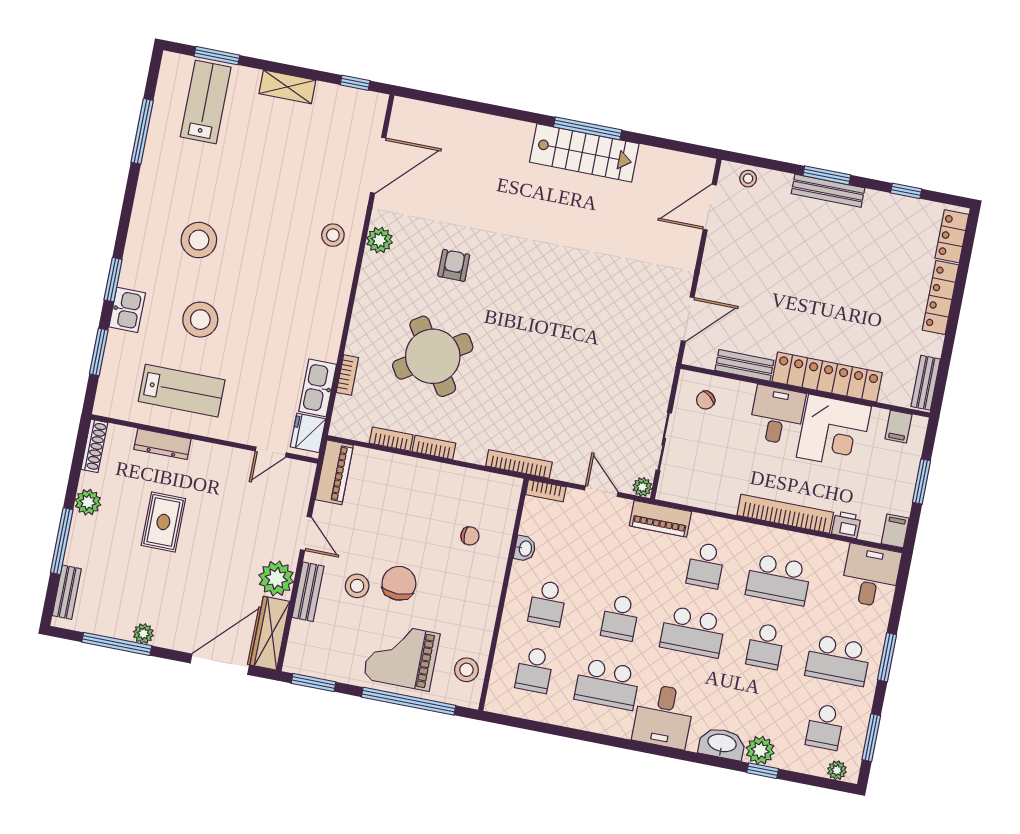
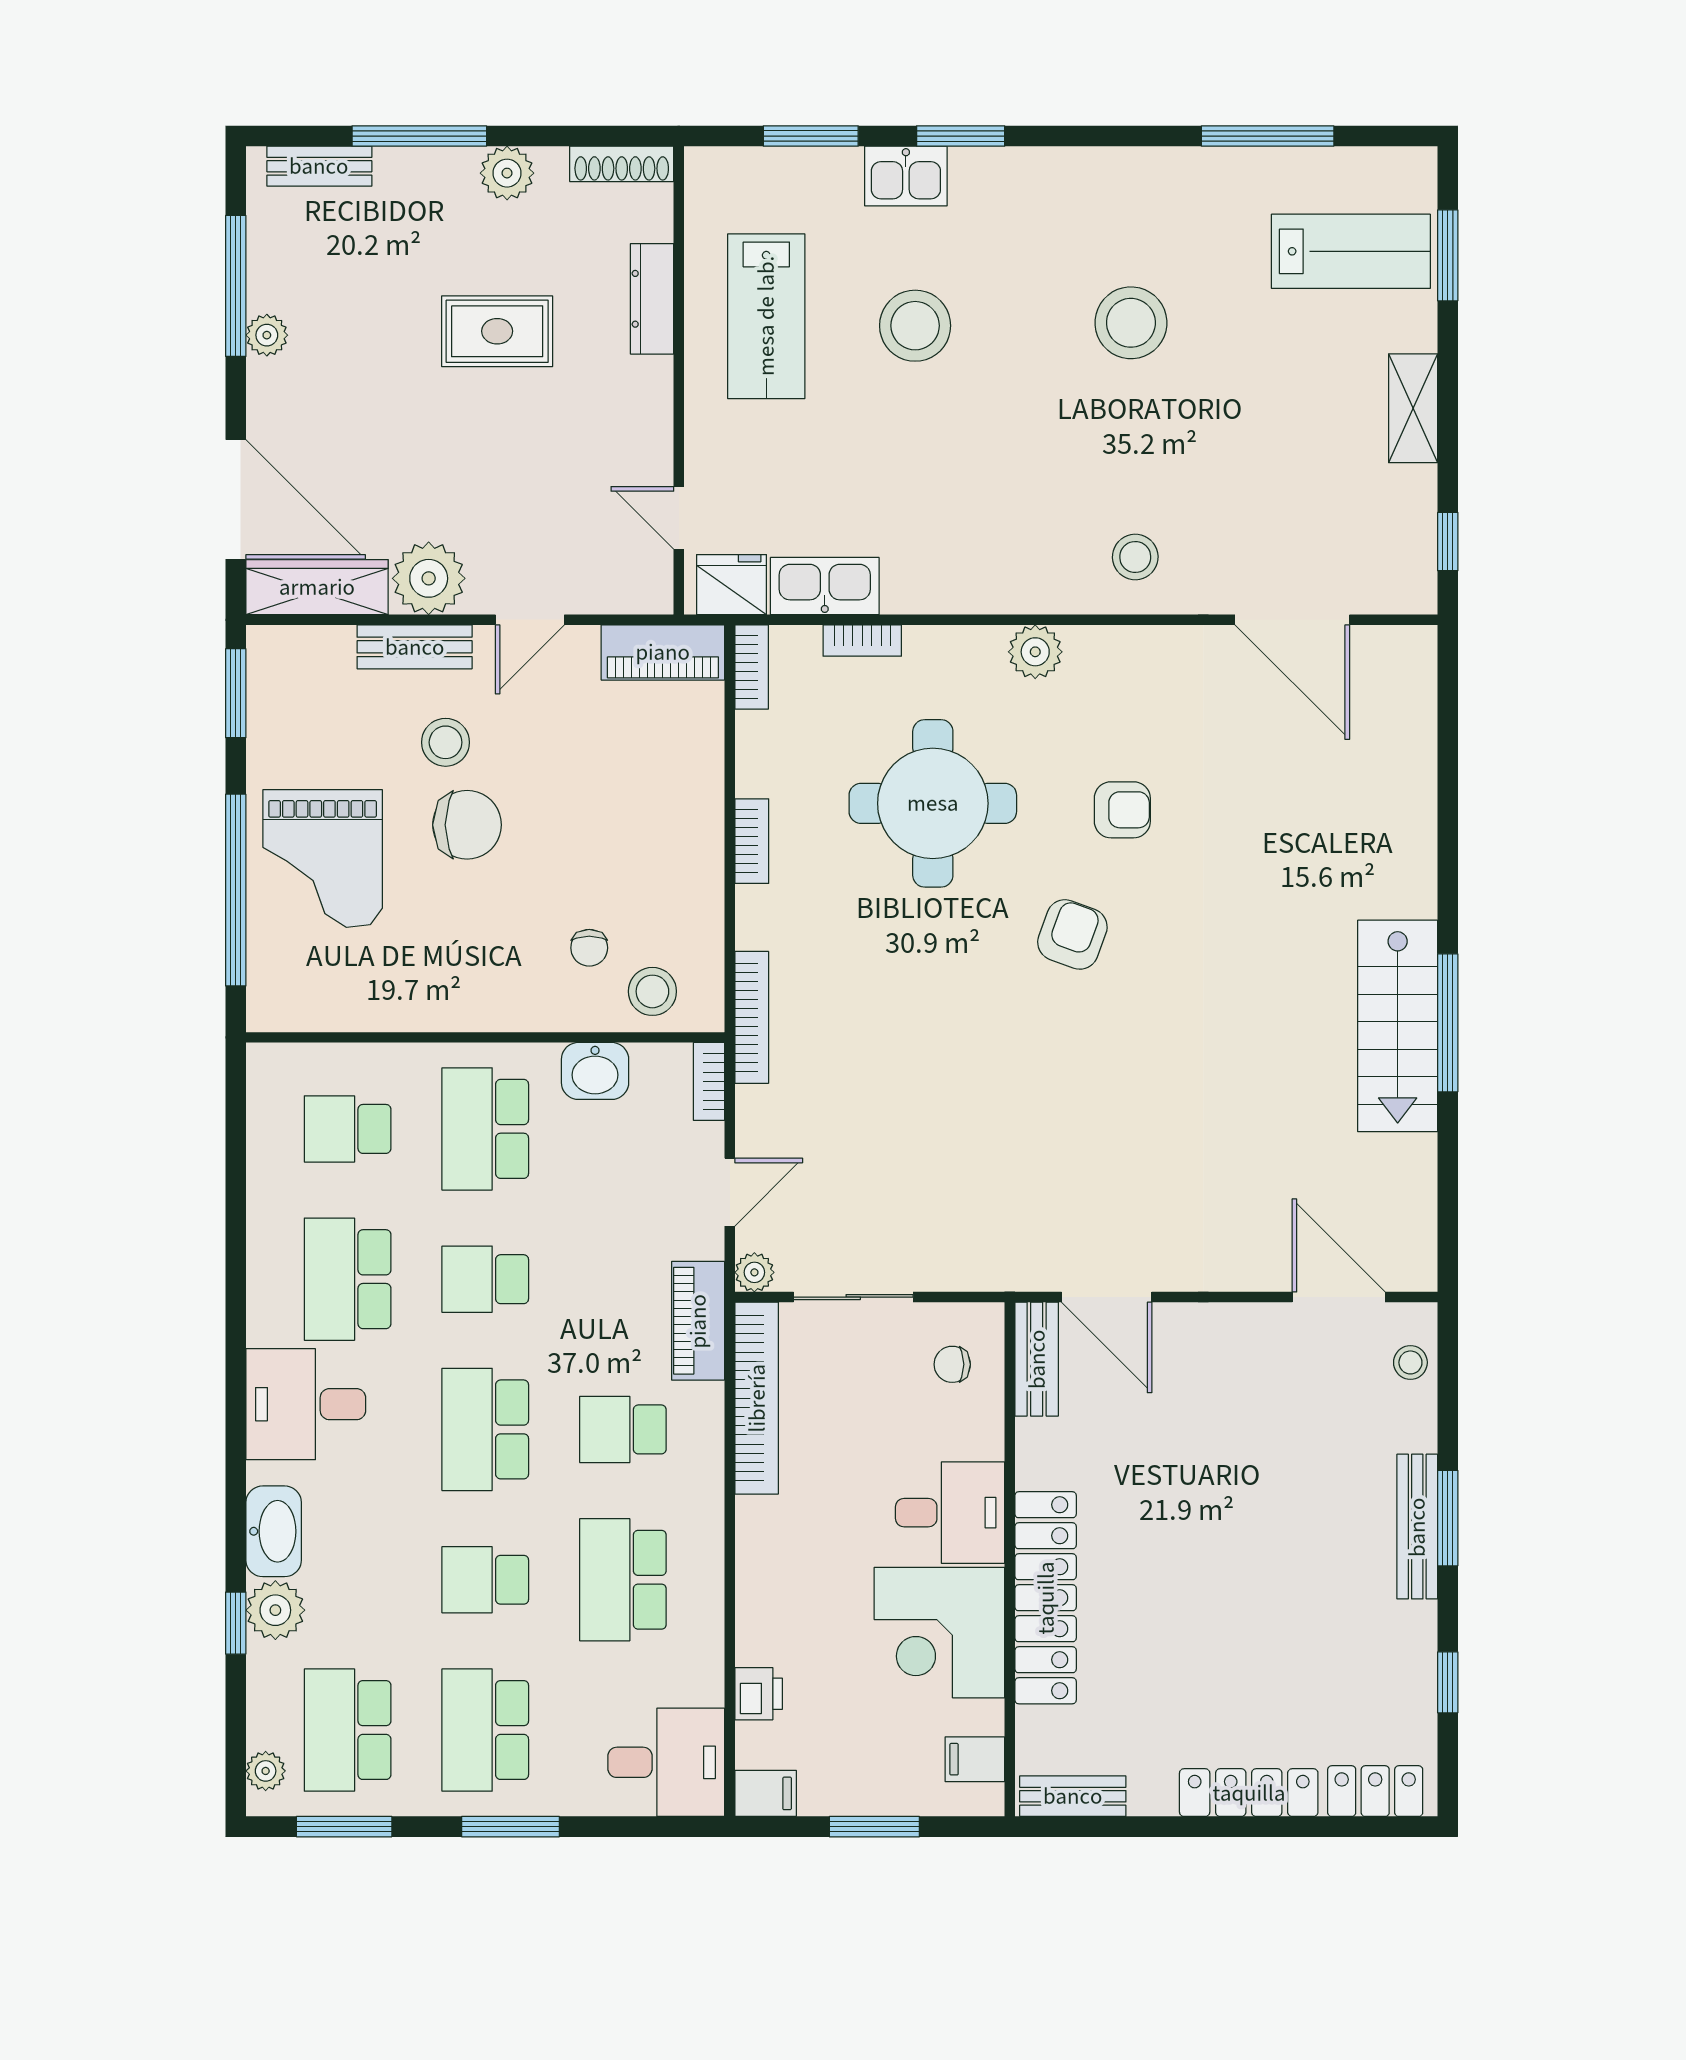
stool: (199, 240) -> (1131, 323), moved
plant: (380, 240) -> (1035, 652), moved
armchair: (509, 301) -> (1072, 934), added
round table: (433, 356) -> (933, 803), turned 33
bench: (744, 365) -> (1037, 1359), moved
chair: (706, 400) -> (952, 1364), turned -40
bookcase: (391, 439) -> (752, 667), moved
bookcase: (785, 514) -> (757, 1398), moved
washbasin: (525, 548) -> (595, 1071), width x1.38, depth x1.45
school desk: (548, 603) -> (485, 1129), width x1.85
grand piano: (402, 656) -> (323, 858), turned 180
stool: (466, 670) -> (652, 991), moved
school desk: (825, 727) -> (348, 1730), width x1.85

